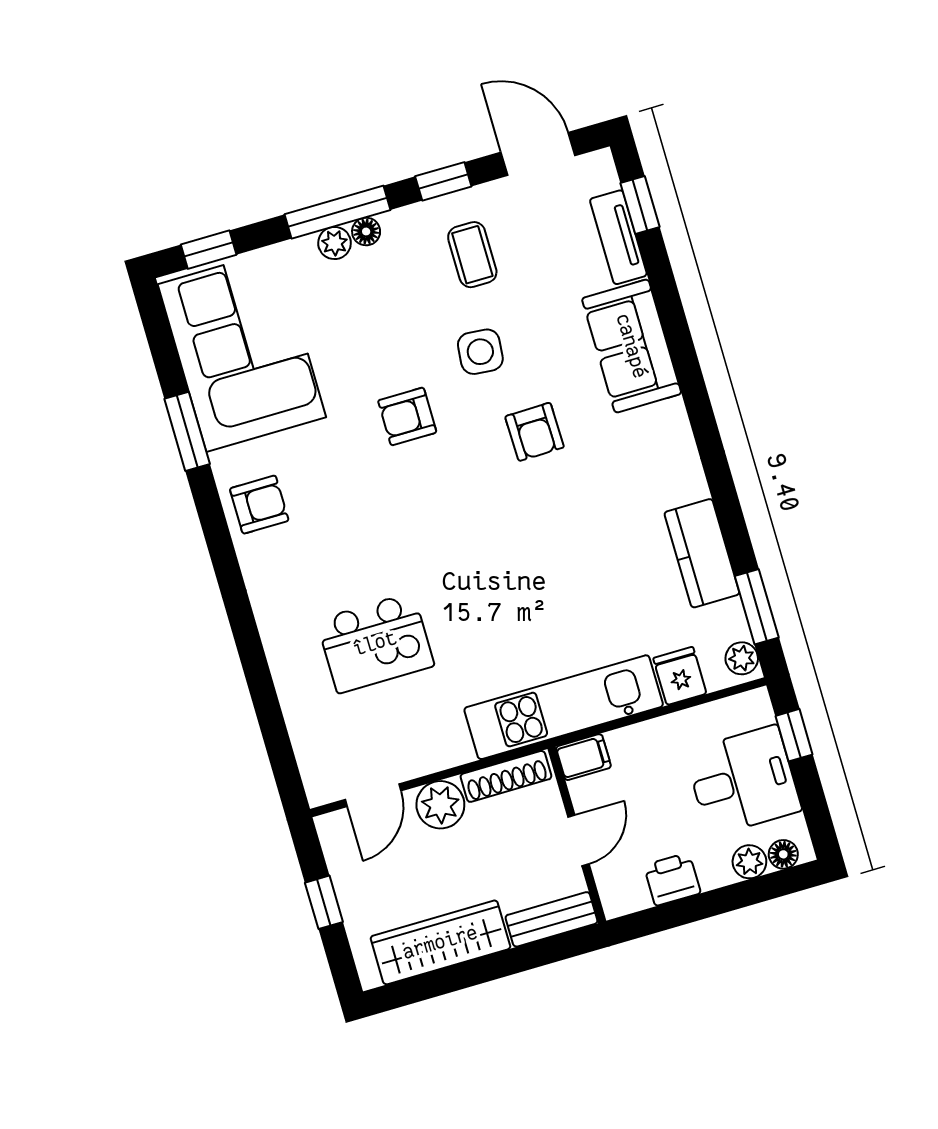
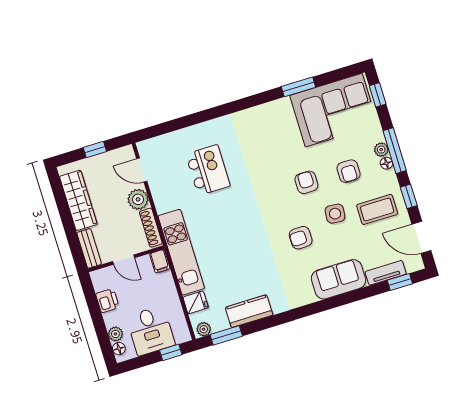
door: (538, 154) -> (421, 237), swing flipped
coffee table: (472, 255) -> (377, 209), width x1.36, depth x1.30
armchair: (259, 505) -> (348, 171), moved
kitchen island: (375, 643) -> (208, 170), turned 180

